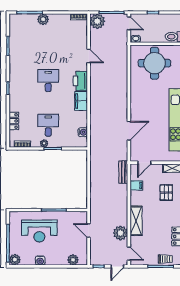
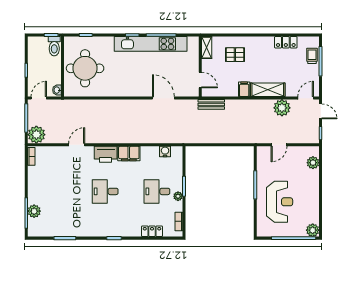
plant: (43, 19) -> (34, 211), moved
filing cabinet: (136, 185) -> (244, 89), moved
water cooler: (40, 260) -> (314, 201), removed

